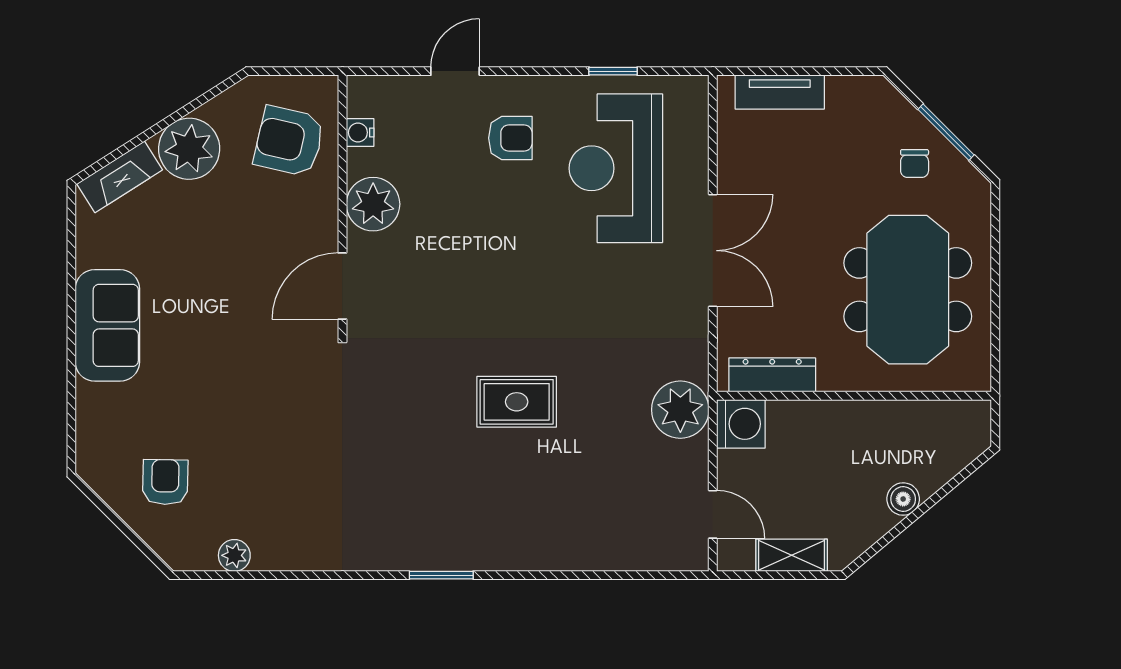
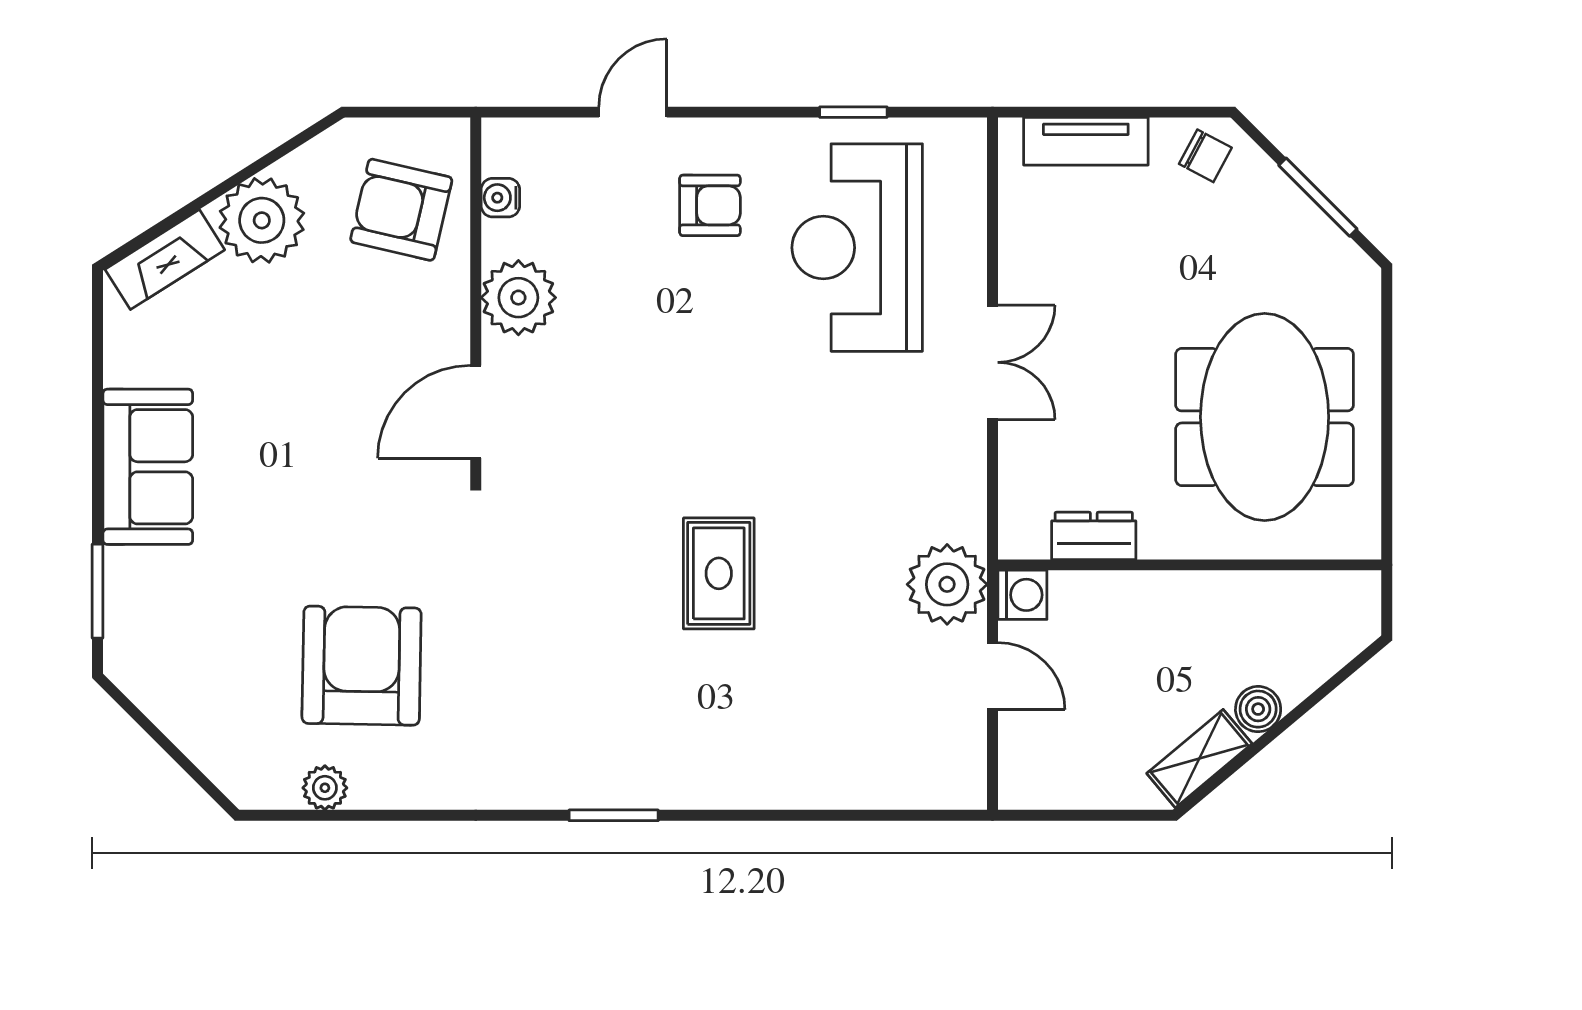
chair: (915, 164) -> (1205, 156), moved, turned -62
double door: (713, 251) -> (992, 362), width x0.73
dresser: (772, 375) -> (1094, 536), width x0.70
rug: (517, 402) -> (719, 573), turned 90
window: (71, 415) -> (97, 591), added
washing machine: (741, 424) -> (1022, 595), width x0.73, depth x0.73
armchair: (165, 482) -> (362, 666), moved, width x1.88, depth x1.88
door: (713, 514) -> (992, 676), moved
shelving: (792, 555) -> (1199, 759), moved, turned -40

